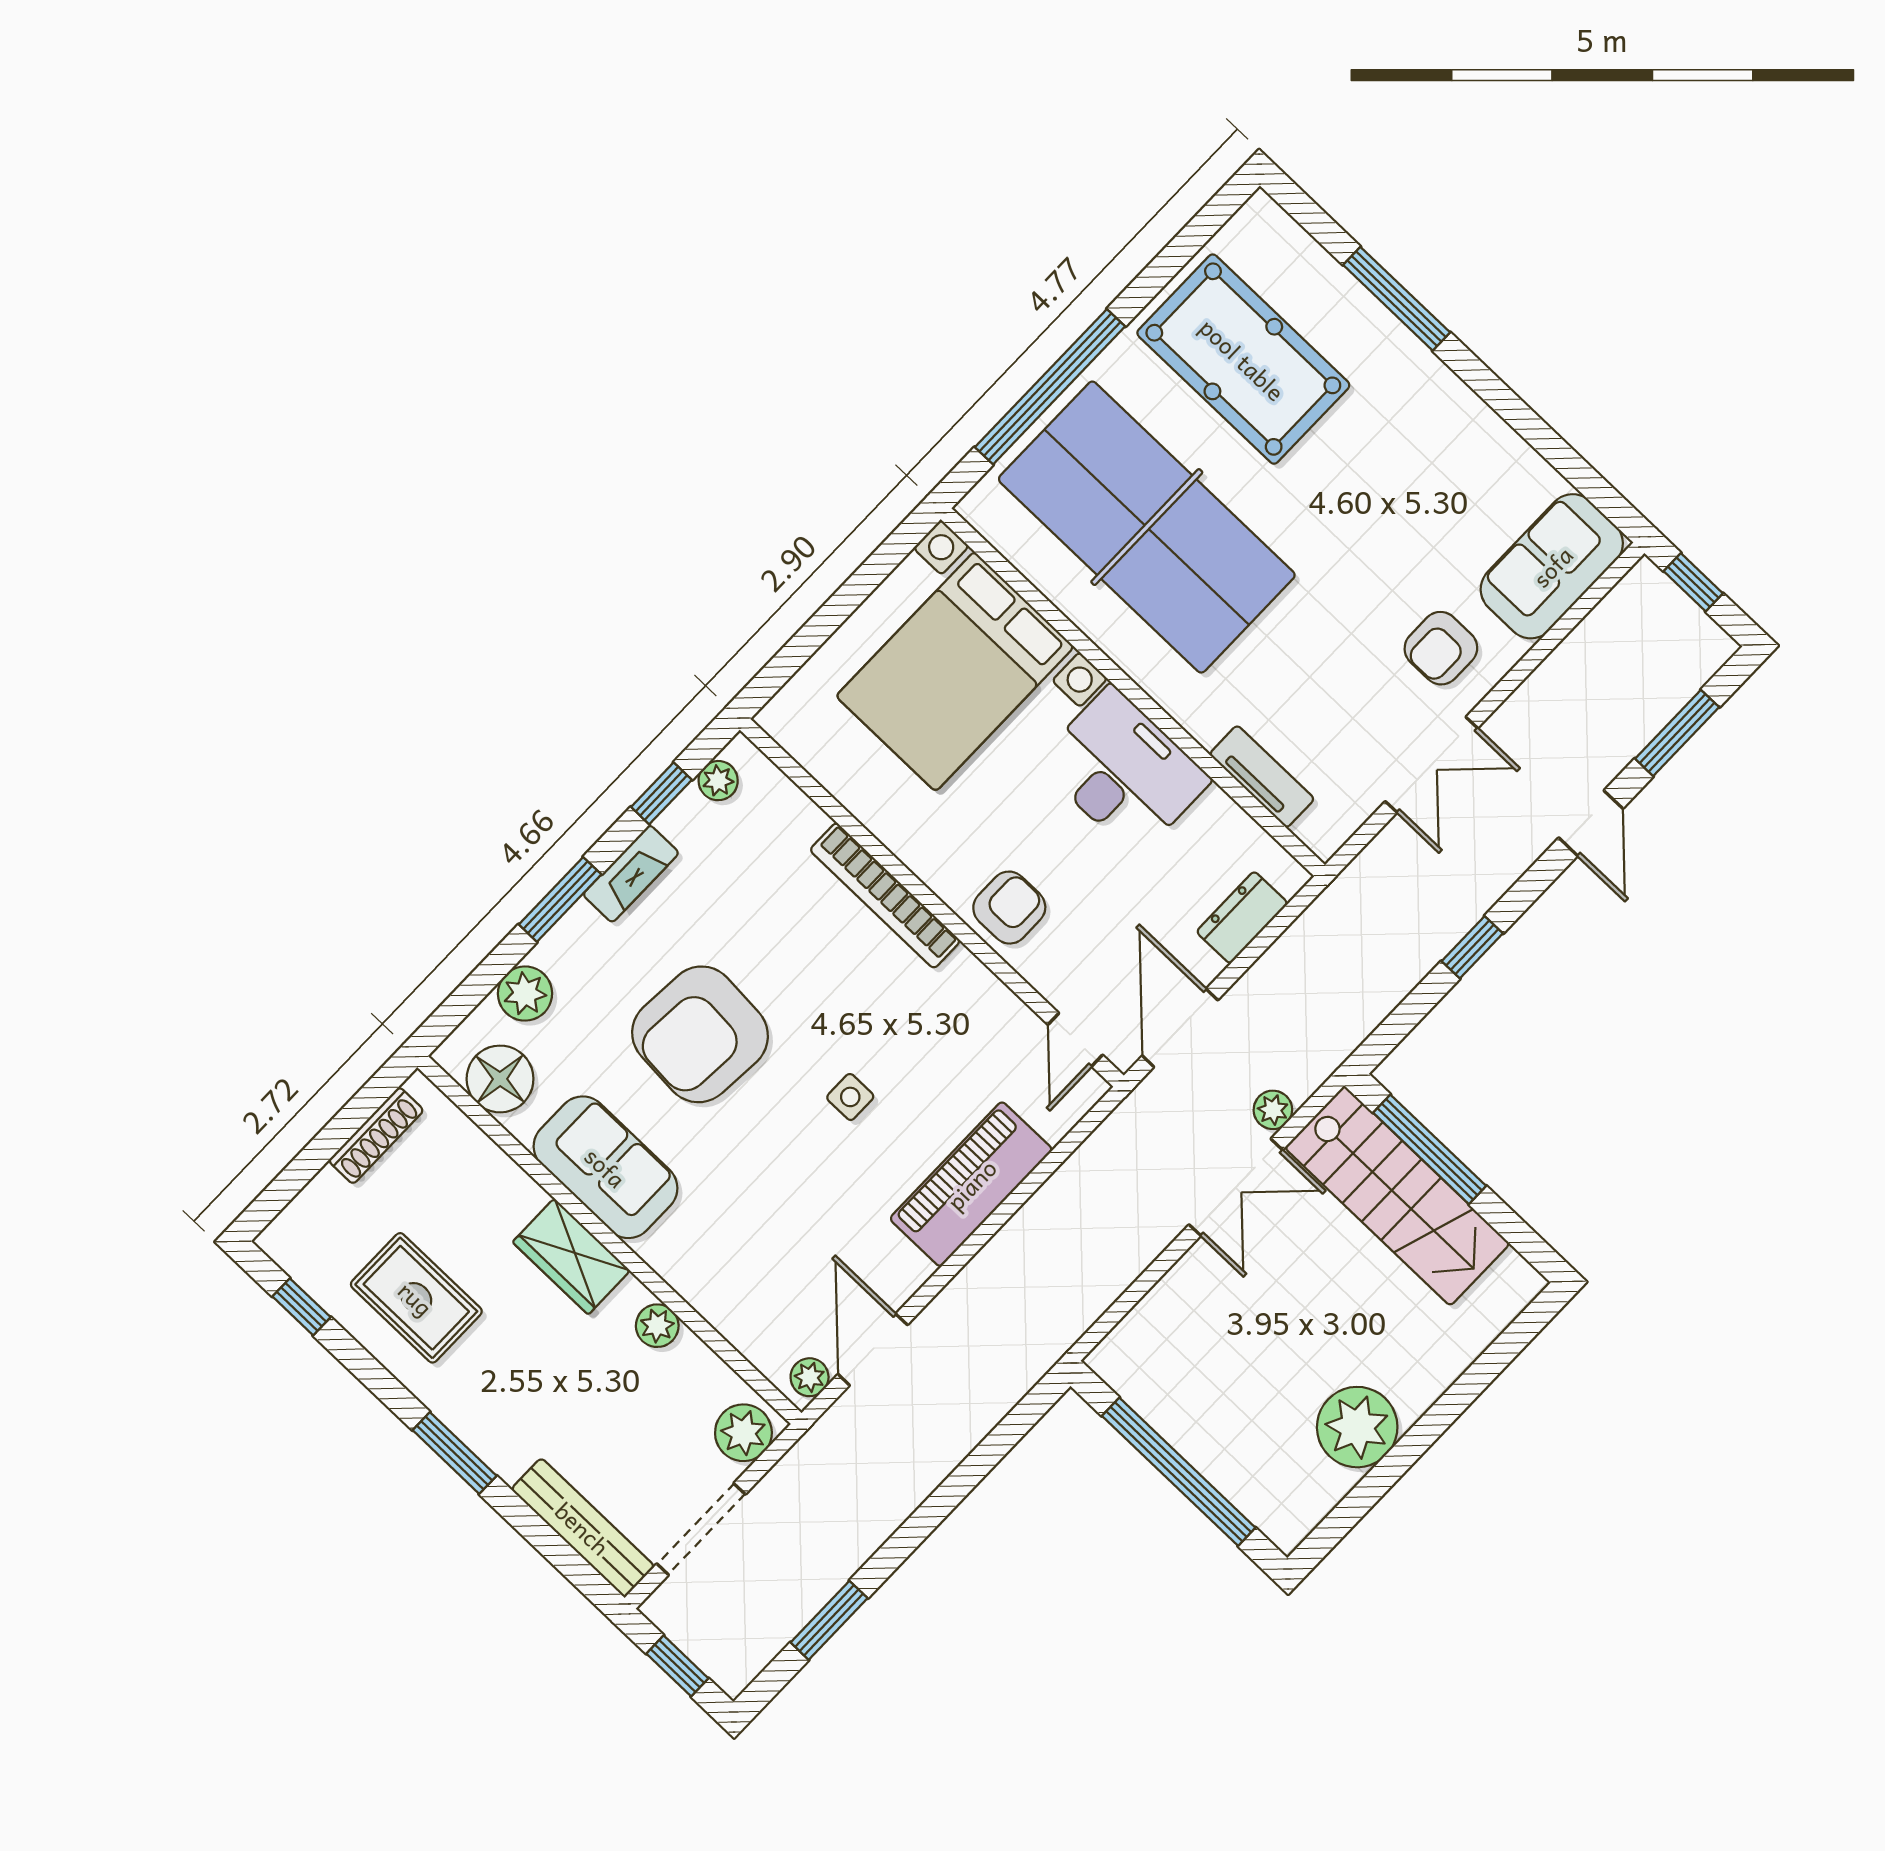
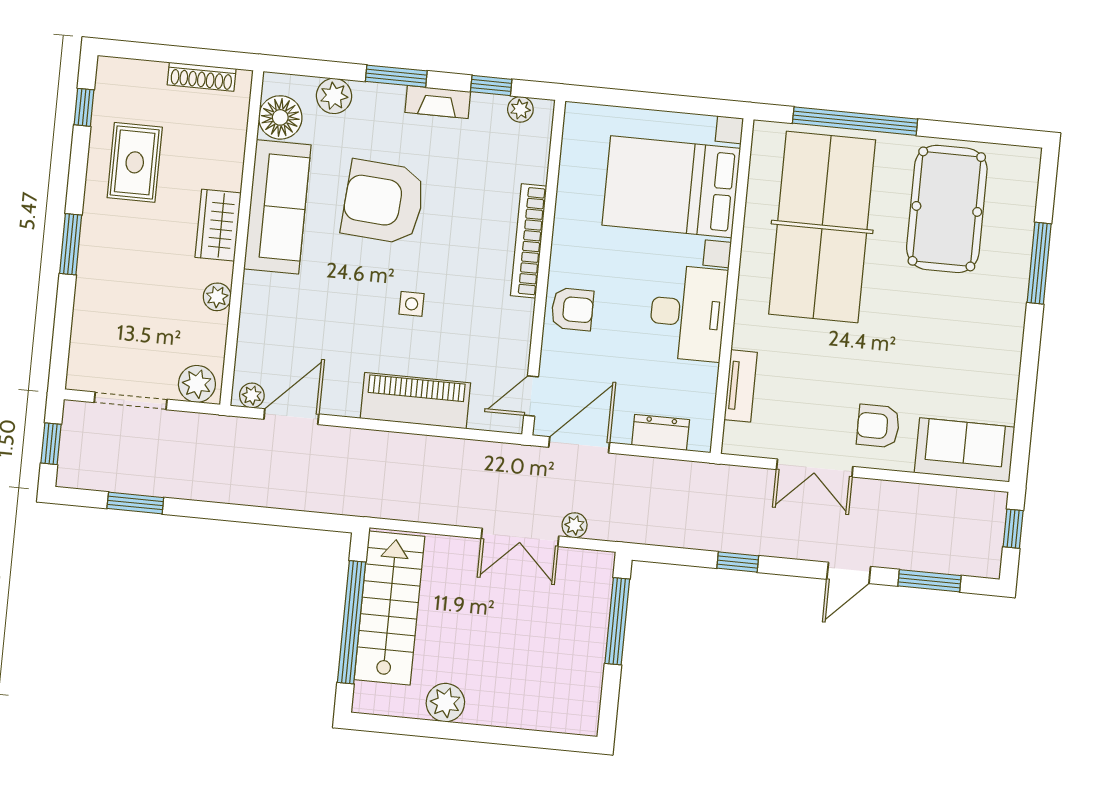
sofa: (606, 1167) -> (277, 207), width x1.36
stairs: (1397, 1196) -> (389, 608), moved, turned 180
plant: (1357, 1427) -> (445, 703), width x0.73, depth x0.73
bench: (583, 1528) -> (84, 340), removed

